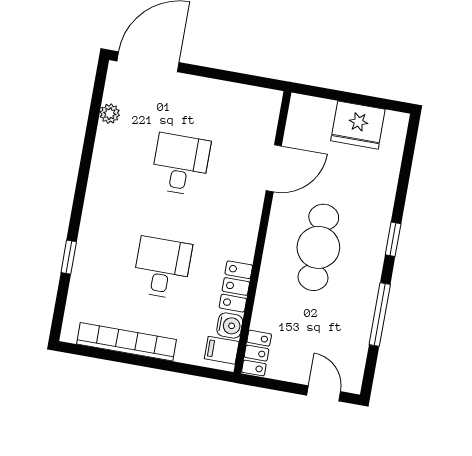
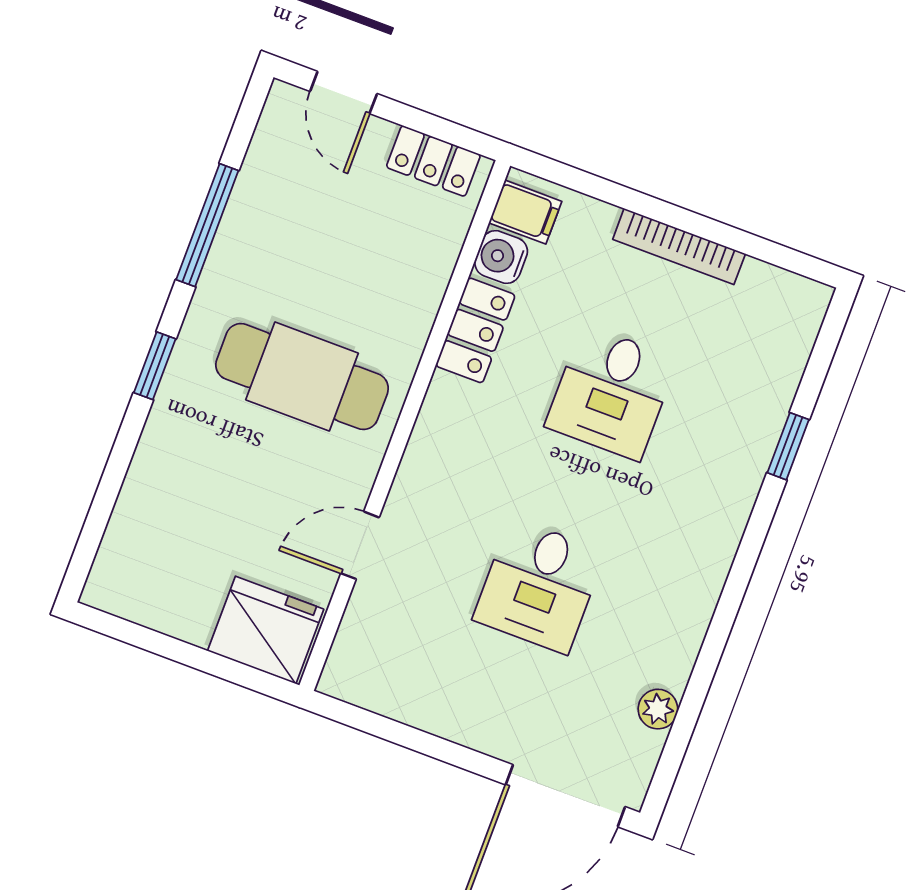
fridge: (358, 125) -> (266, 630), moved
door: (274, 168) -> (360, 545), width x0.73
cafe table: (318, 247) -> (302, 377), turned 90
bookcase: (126, 342) -> (679, 246), width x0.68, depth x0.76
locker: (257, 353) -> (433, 161), moved, turned -90

